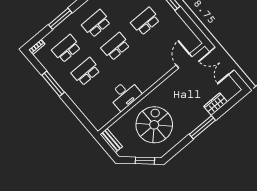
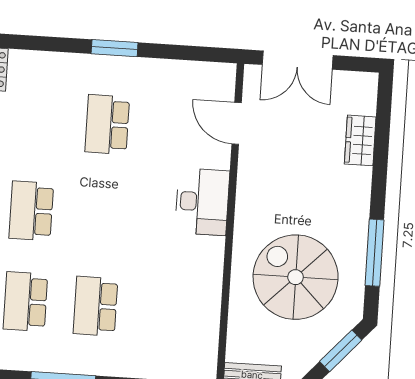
school desk: (116, 46) -> (101, 215), removed
desk: (125, 95) -> (202, 202), moved
window: (202, 127) -> (374, 253), moved

